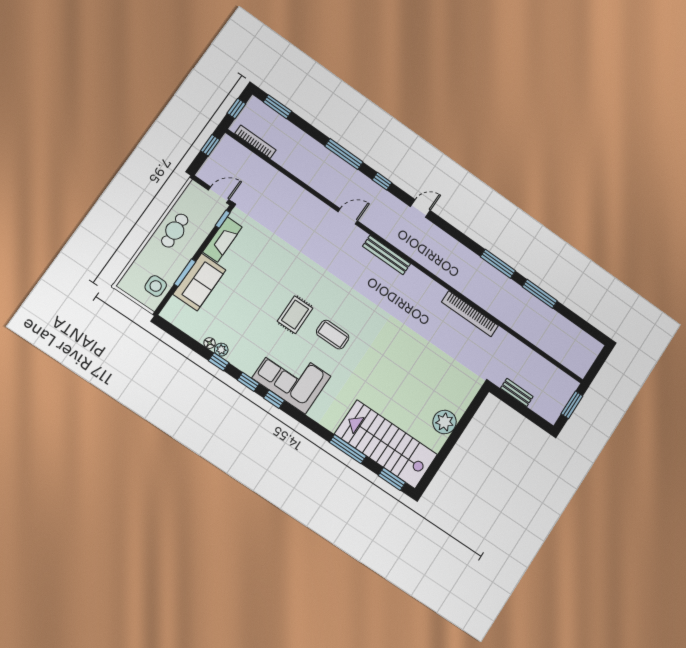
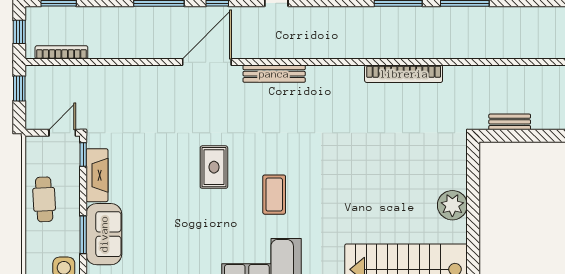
door: (348, 216) -> (207, 62), width x1.88
rug: (295, 315) -> (214, 167), moved
coffee table: (333, 335) -> (274, 195), turned 90

